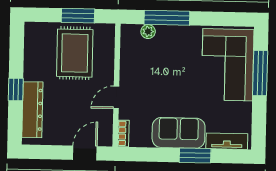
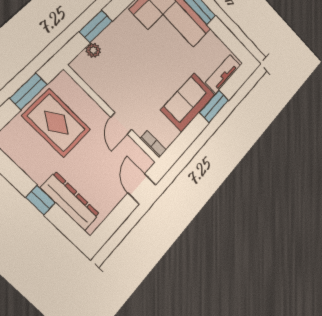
window: (167, 18) -> (96, 26), width x0.69

